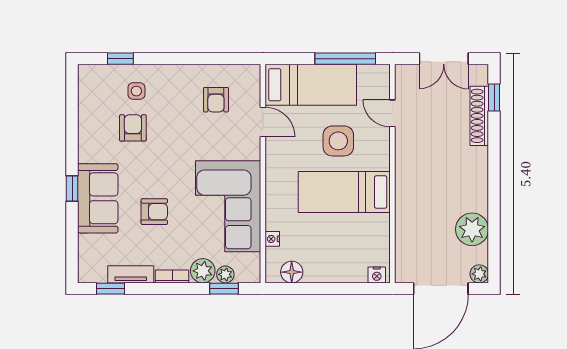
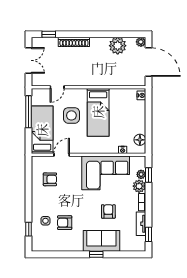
shoe rack: (479, 116) -> (74, 42), moved

